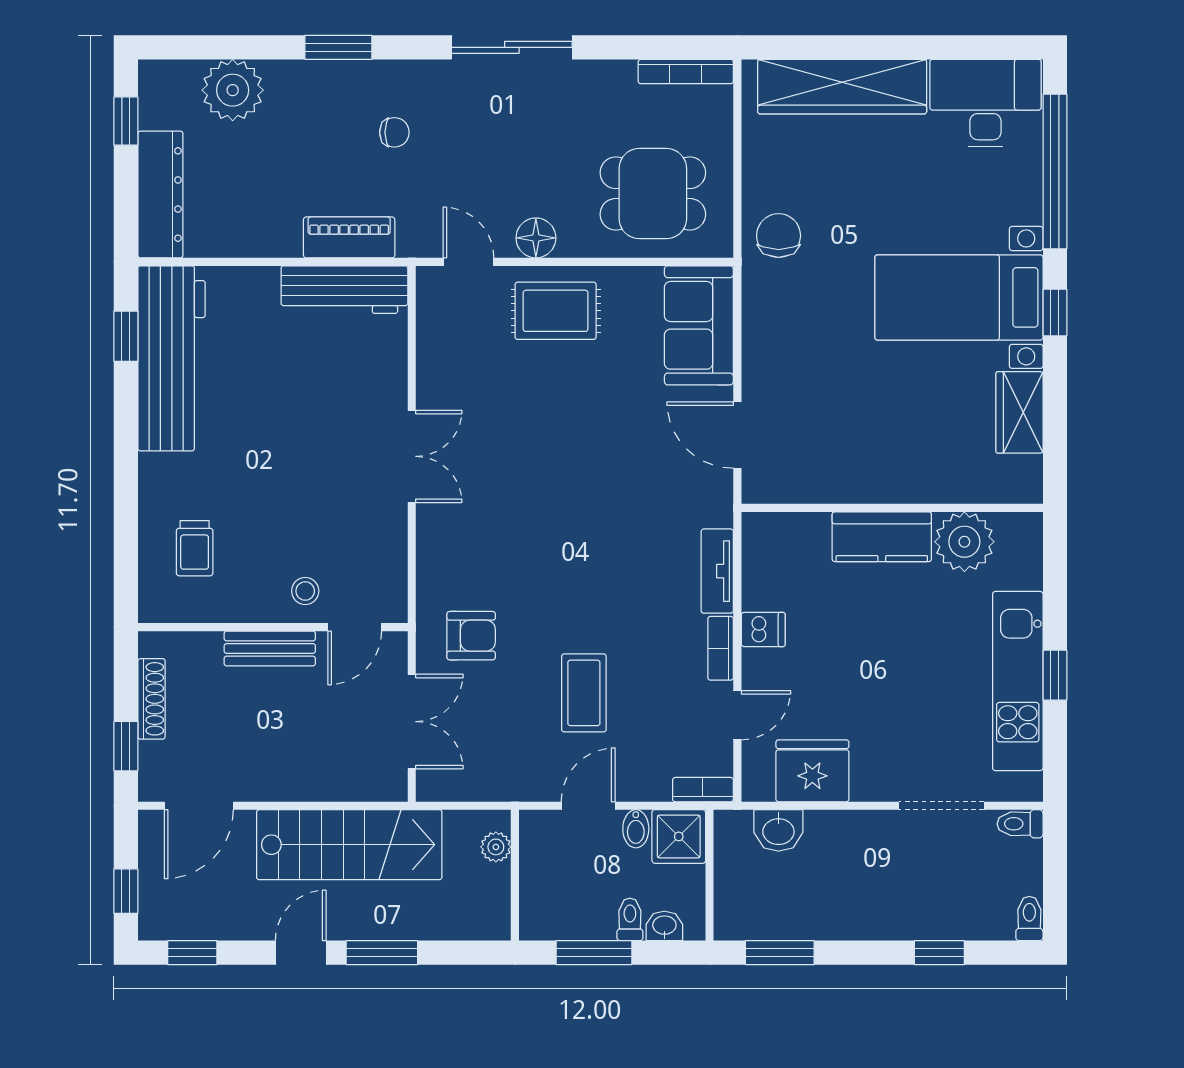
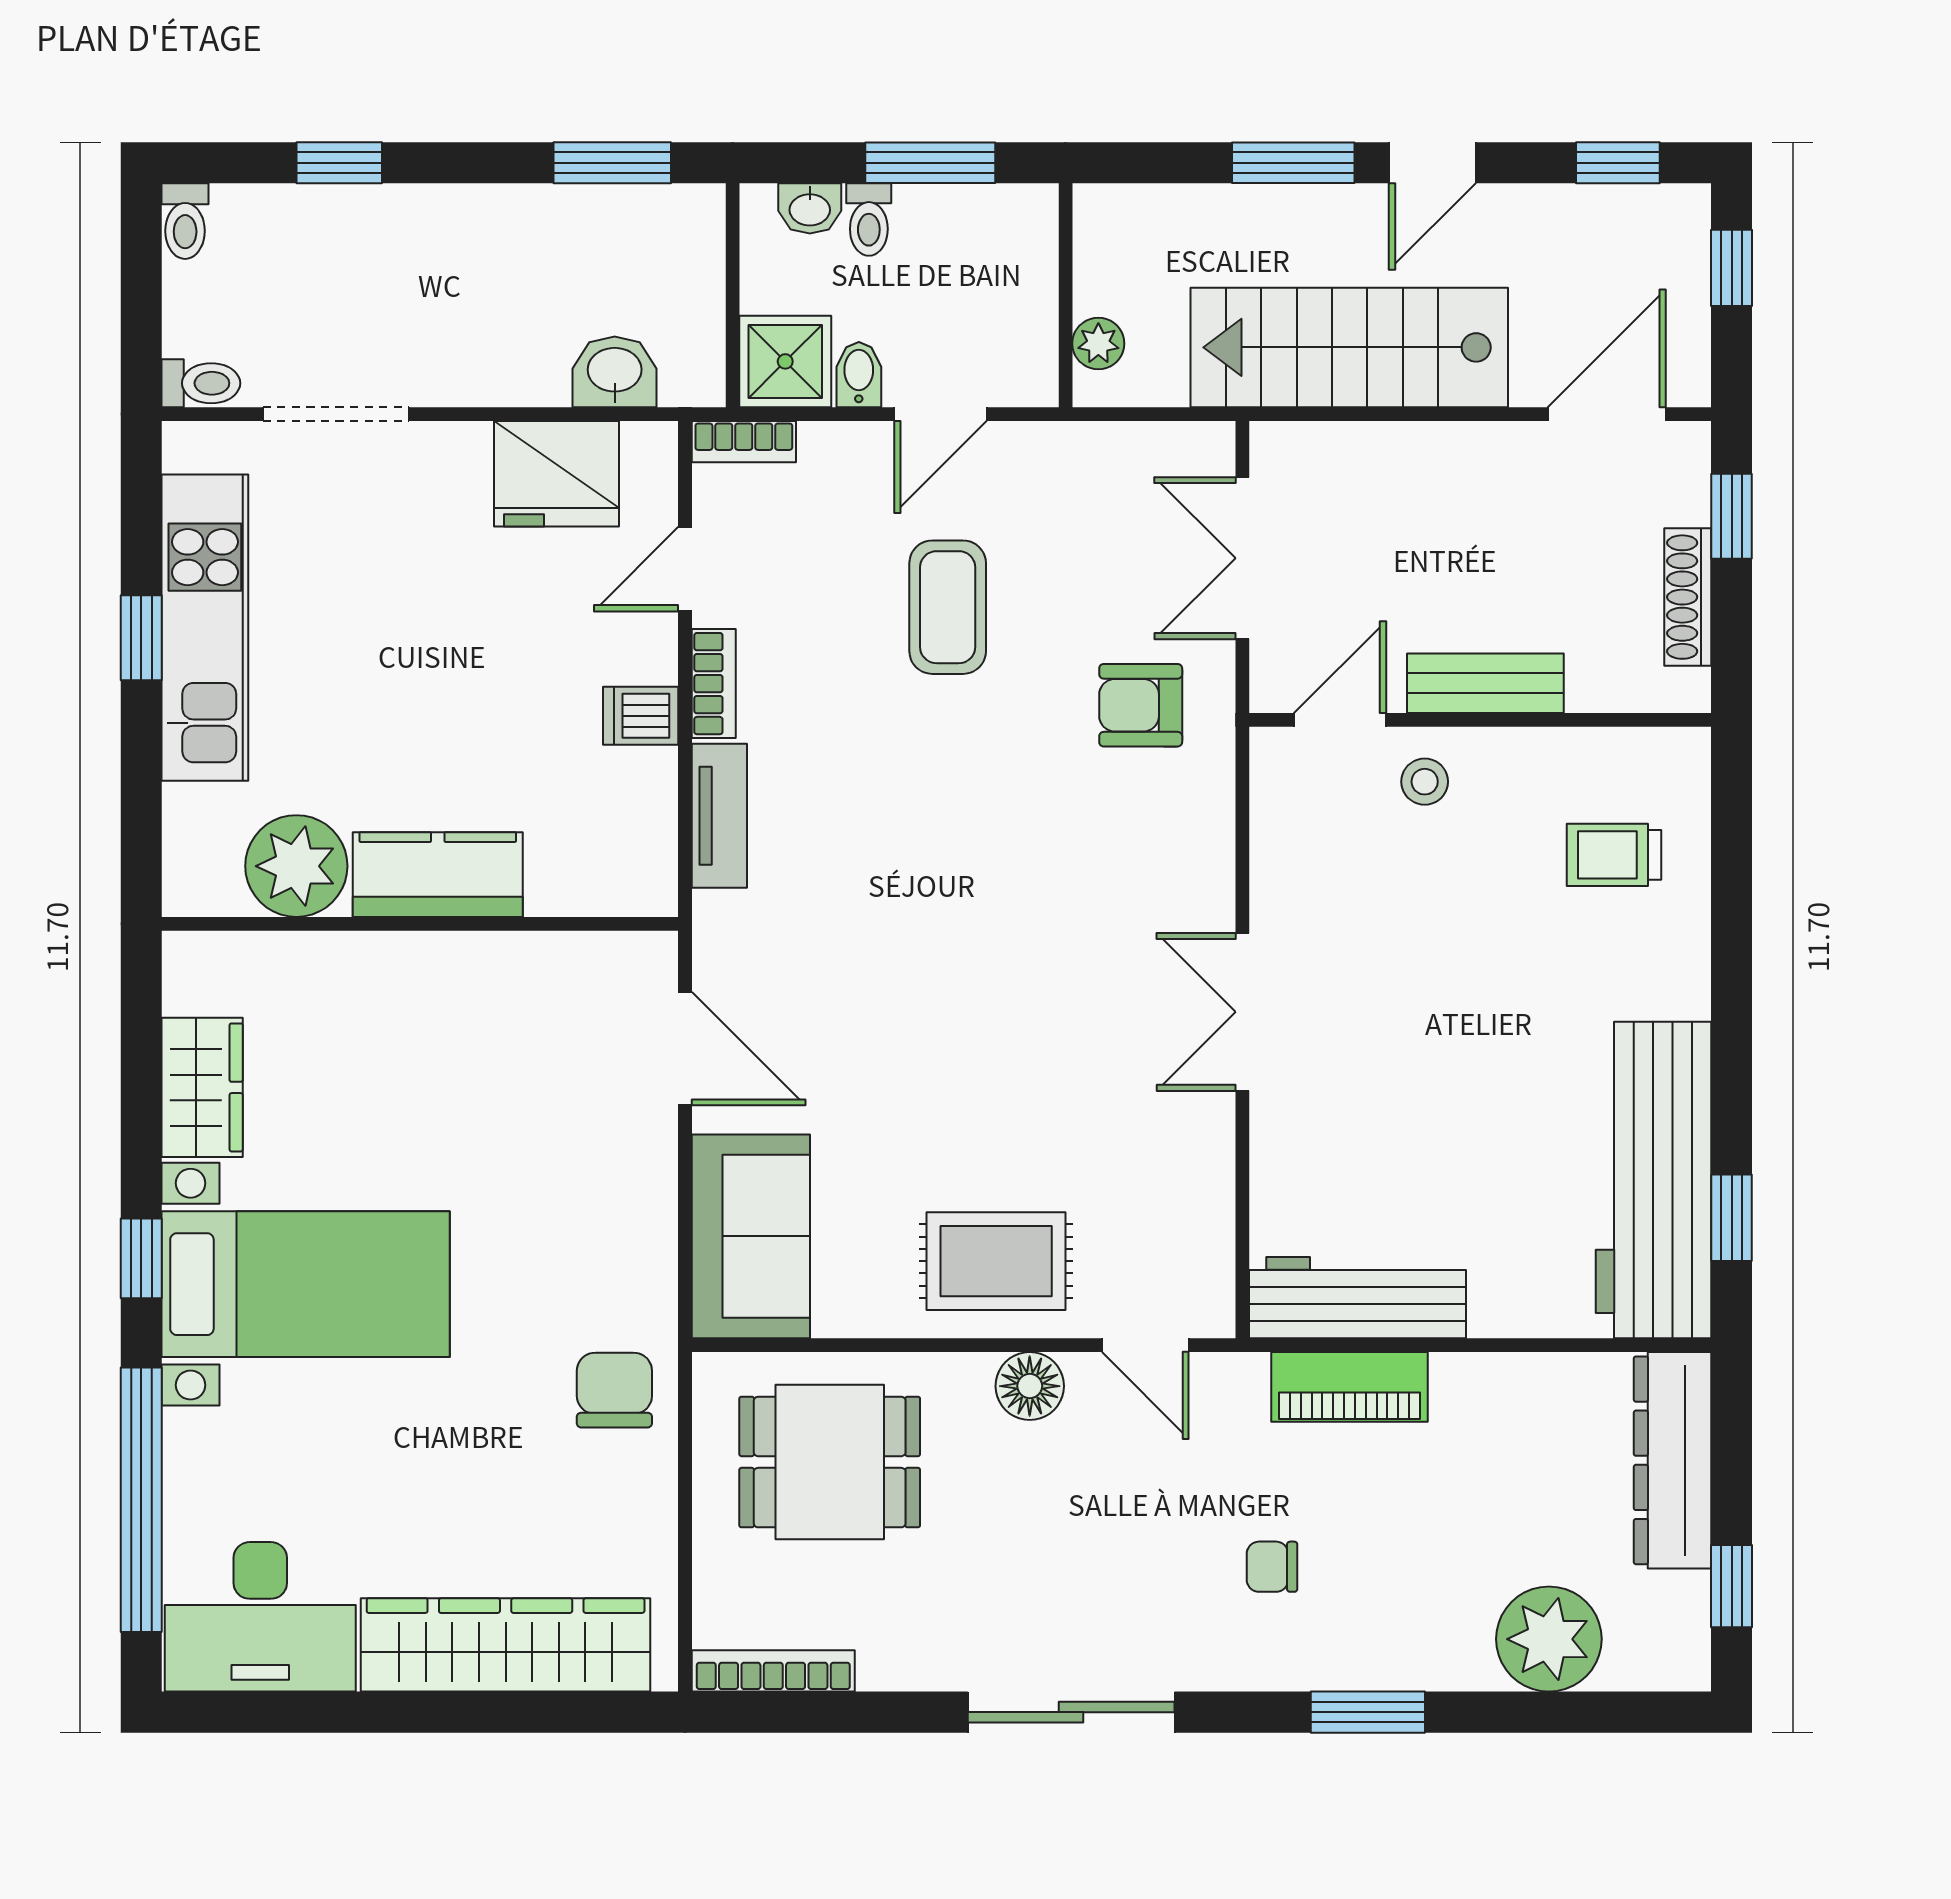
chair: (779, 236) -> (614, 1390), turned 180
trolley: (195, 548) -> (1614, 855), turned -90

